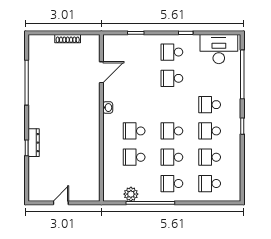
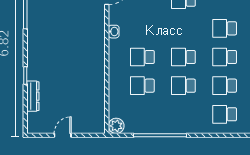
dresser: (34, 143) -> (33, 96), moved
school desk: (172, 184) -> (183, 114), removed
plant: (131, 194) -> (116, 126), moved

